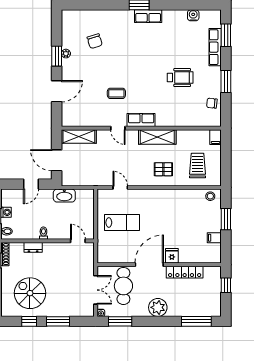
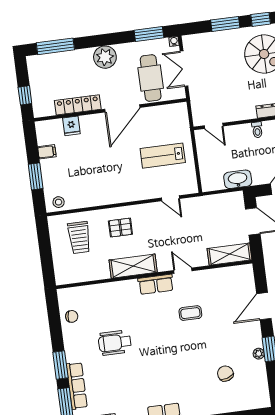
window: (226, 82) -> (60, 365), moved
filing cabinet: (216, 137) -> (62, 275), removed
fridge: (172, 256) -> (71, 126), moved

